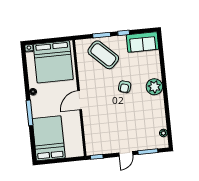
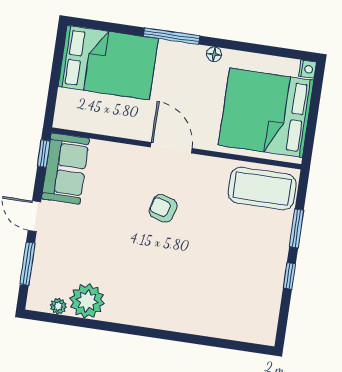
sofa: (143, 42) -> (65, 169), moved, turned 180
coffee table: (103, 55) -> (262, 189), moved, turned 46
armchair: (125, 87) -> (163, 208), moved
plant: (154, 87) -> (87, 301), moved

